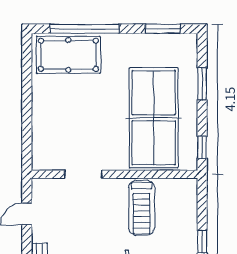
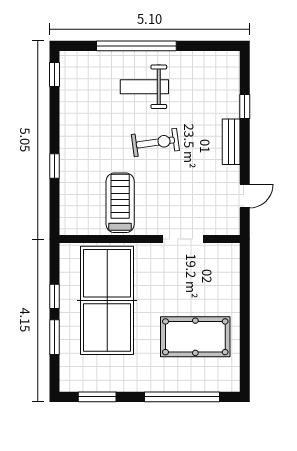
pool table: (68, 55) -> (195, 337), moved
window: (202, 147) -> (54, 296), moved

